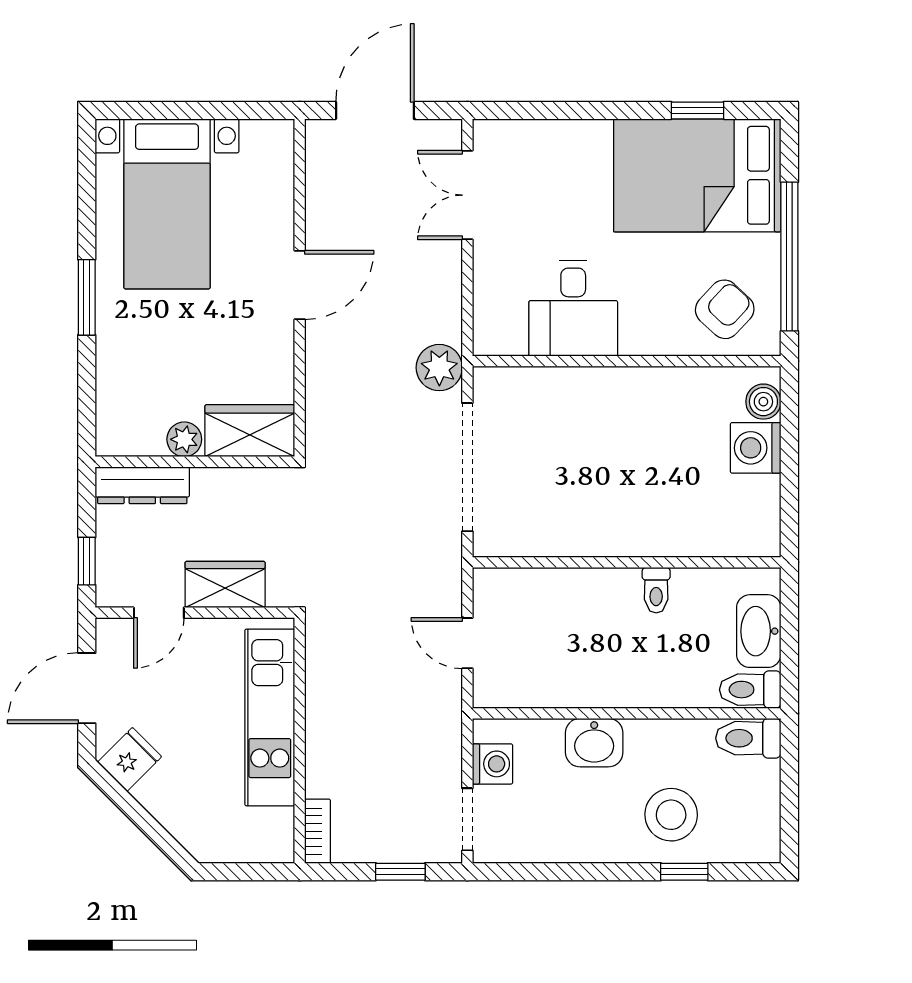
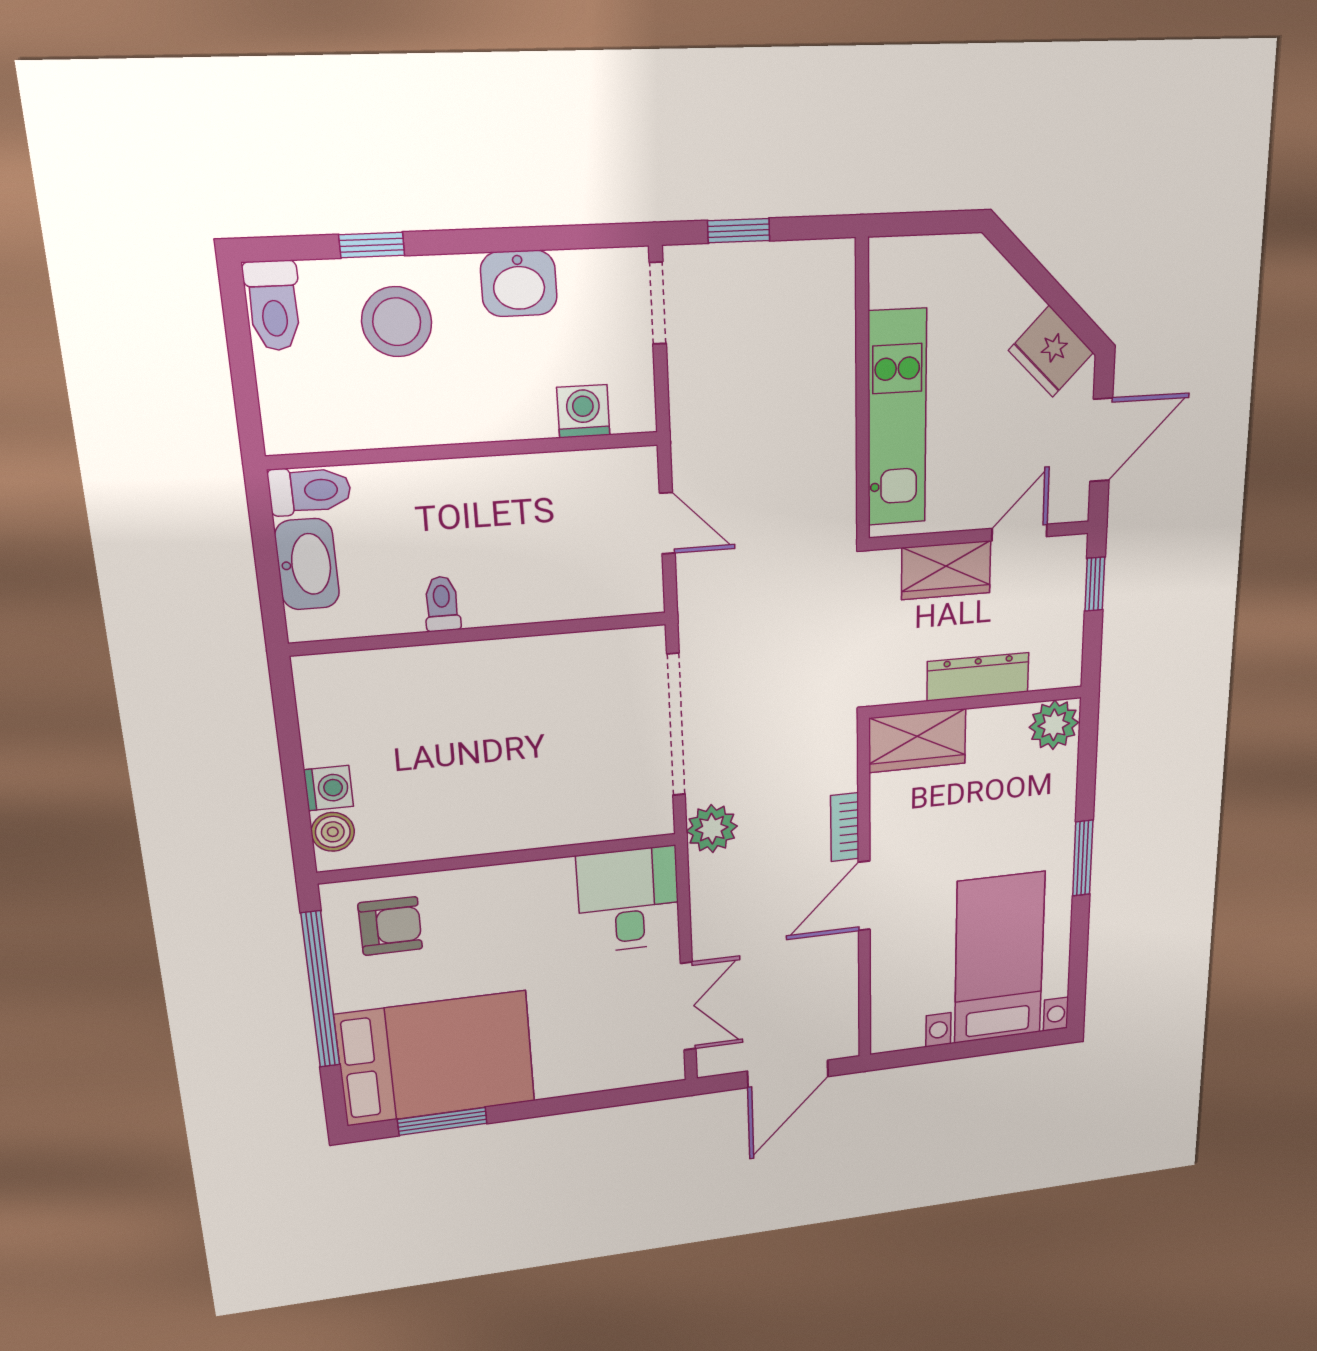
window: (697, 110) -> (442, 1121), width x1.50
desk: (573, 308) -> (629, 900), moved
armchair: (725, 309) -> (390, 926), turned -133
plant: (184, 439) -> (1054, 725), moved, width x1.38, depth x1.38
washing machine: (756, 448) -> (329, 788), width x0.73, depth x0.73
dresser: (142, 485) -> (978, 677), moved
toilet: (748, 738) -> (274, 306), moved, turned 90
washbasin: (594, 743) -> (519, 283), moved, turned 180
fridge: (130, 759) -> (1051, 351), width x1.38
washing machine: (493, 764) -> (583, 411), moved, turned 90
bookcase: (318, 831) -> (845, 827), moved

